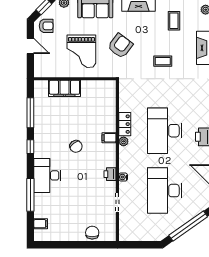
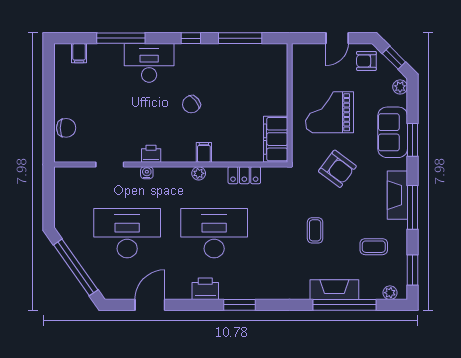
armchair: (46, 26) -> (366, 61), turned 90
filing cabinet: (64, 88) -> (276, 139), moved
locker: (125, 124) -> (244, 175), moved

